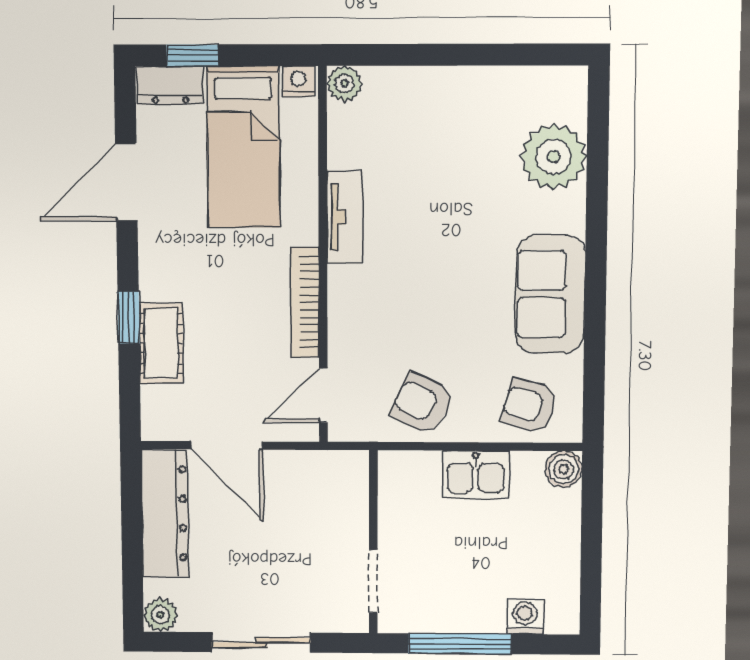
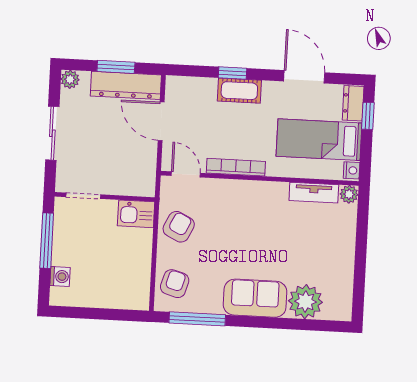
tv unit: (345, 217) -> (314, 193), moved
sofa: (550, 294) -> (255, 298), moved
cot: (161, 343) -> (239, 91), moved
window: (594, 360) -> (197, 319), added
door: (227, 445) -> (161, 121), hinge flipped
boiler: (564, 469) -> (140, 300), removed
kitchen sink: (476, 475) -> (136, 214), moved, turned -90
window: (132, 533) -> (116, 67), added

